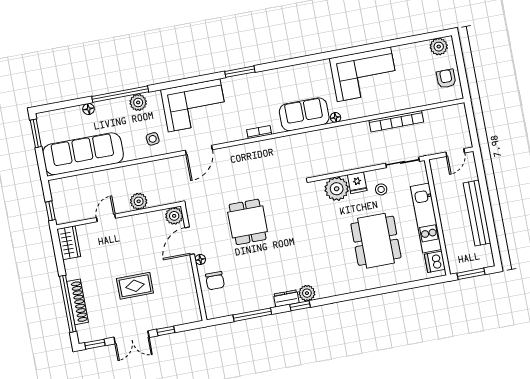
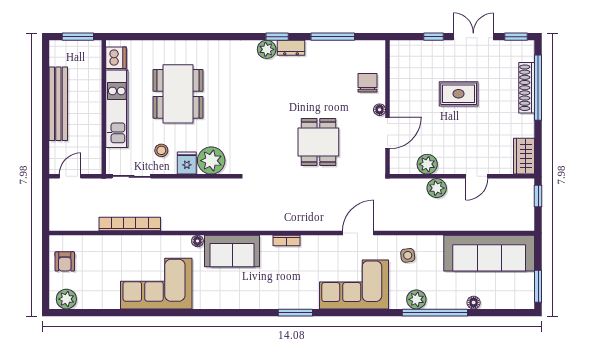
plant: (174, 216) -> (427, 164), moved

